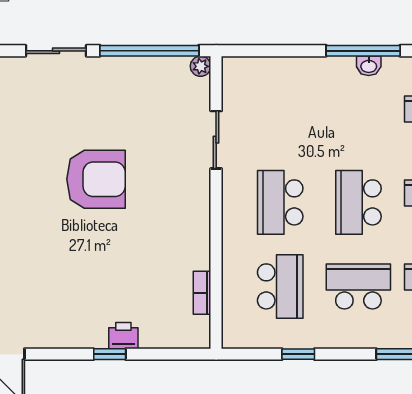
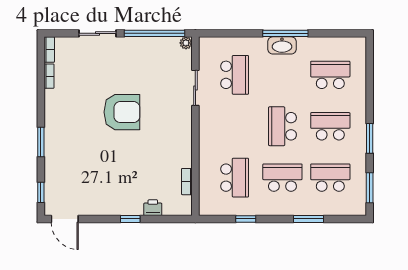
washbasin: (369, 66) -> (282, 45), width x1.91, depth x1.45
school desk: (280, 202) -> (235, 75), moved, turned 180
printer: (123, 336) -> (153, 208), moved

